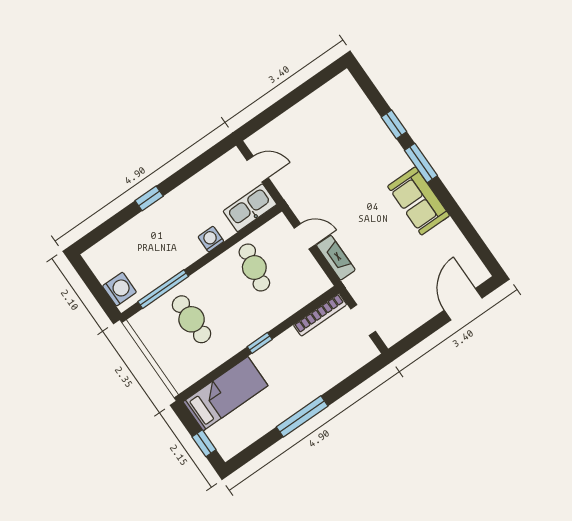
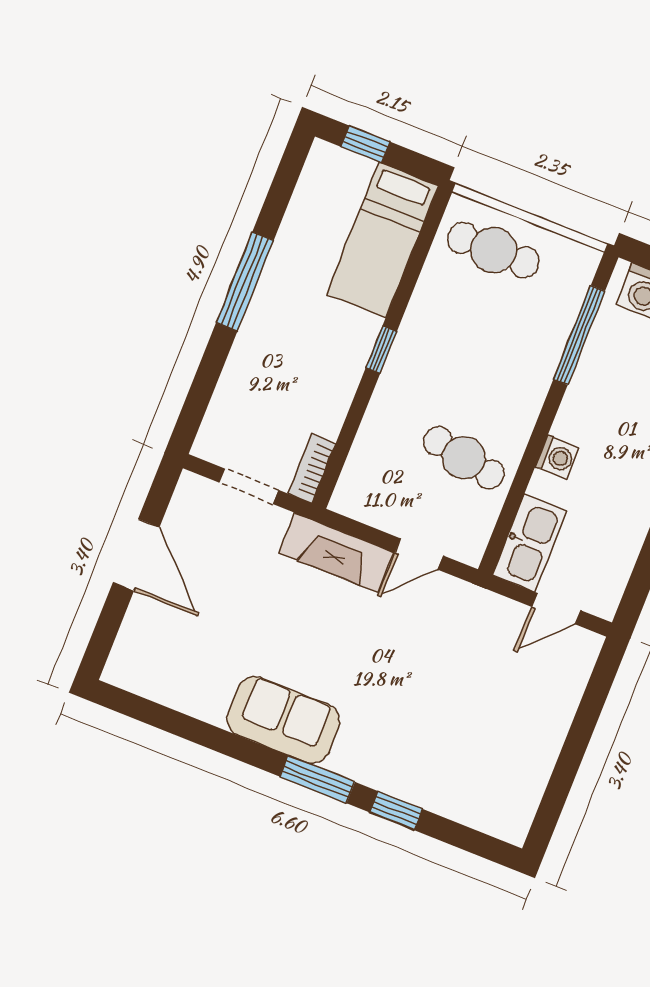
fireplace: (336, 258) -> (336, 553), width x1.37, depth x1.32
door: (463, 304) -> (136, 555), moved
bookcase: (320, 315) -> (312, 469), width x0.64
cafe table: (192, 319) -> (493, 250), moved

